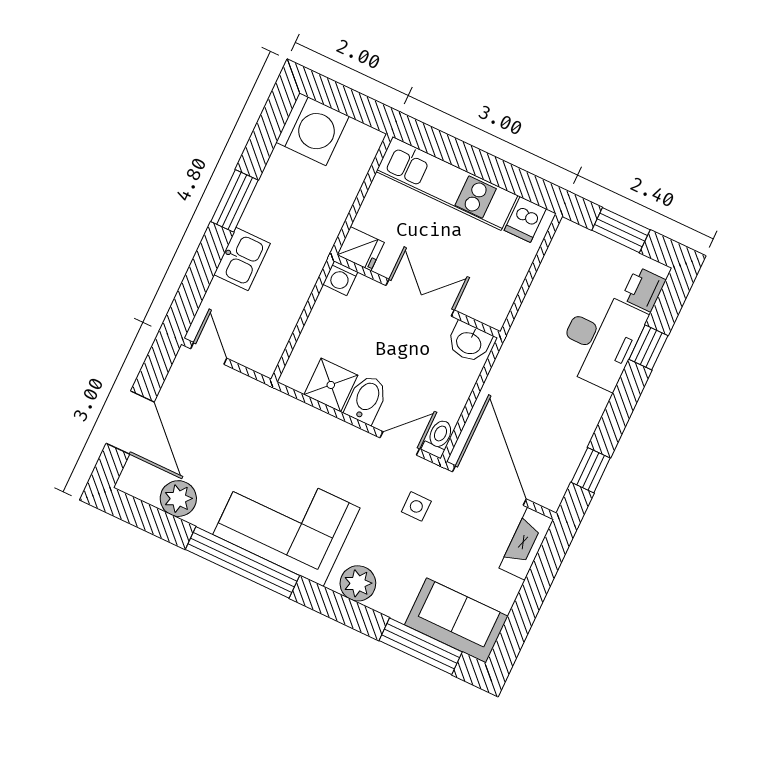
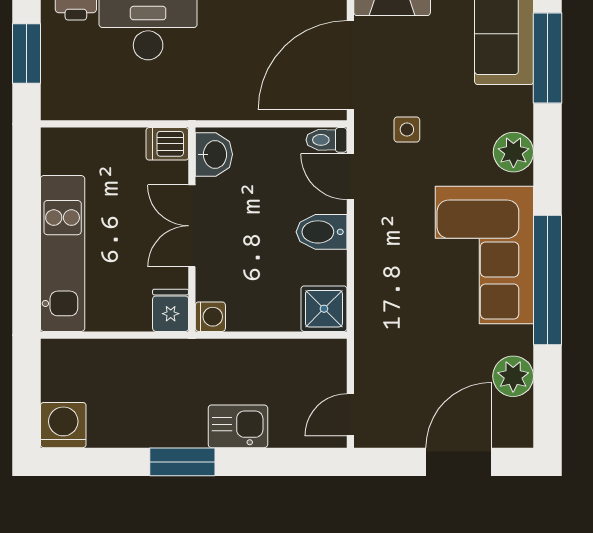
washing machine: (313, 129) -> (63, 425), width x0.73, depth x0.73
dishwasher: (525, 220) -> (167, 144), moved, turned 180
shower: (331, 385) -> (324, 309), moved

